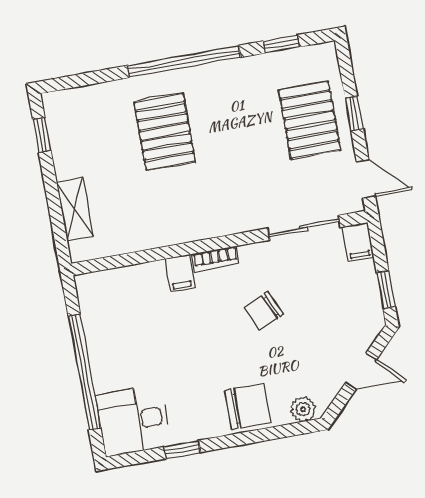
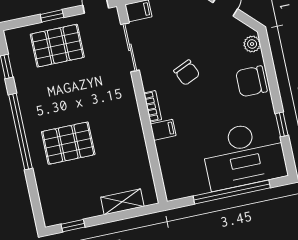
chair: (248, 407) -> (251, 81), turned -90
desk: (133, 421) -> (244, 155), width x1.87, depth x1.30

